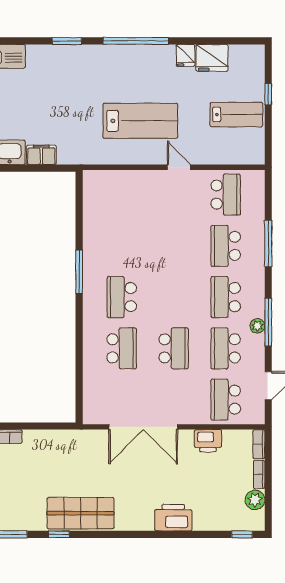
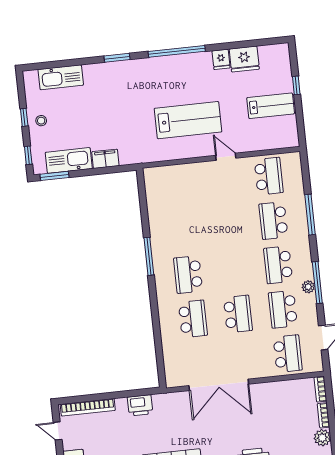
school desk: (226, 400) -> (288, 354), turned 180
printer: (208, 441) -> (140, 405), moved

